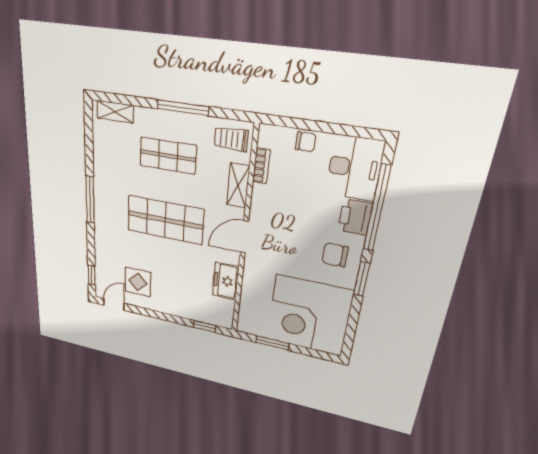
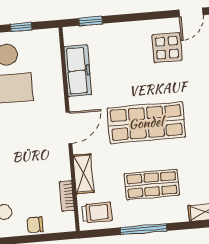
freezer: (226, 281) -> (78, 71), width x1.40
window: (272, 343) -> (21, 27), width x0.67

